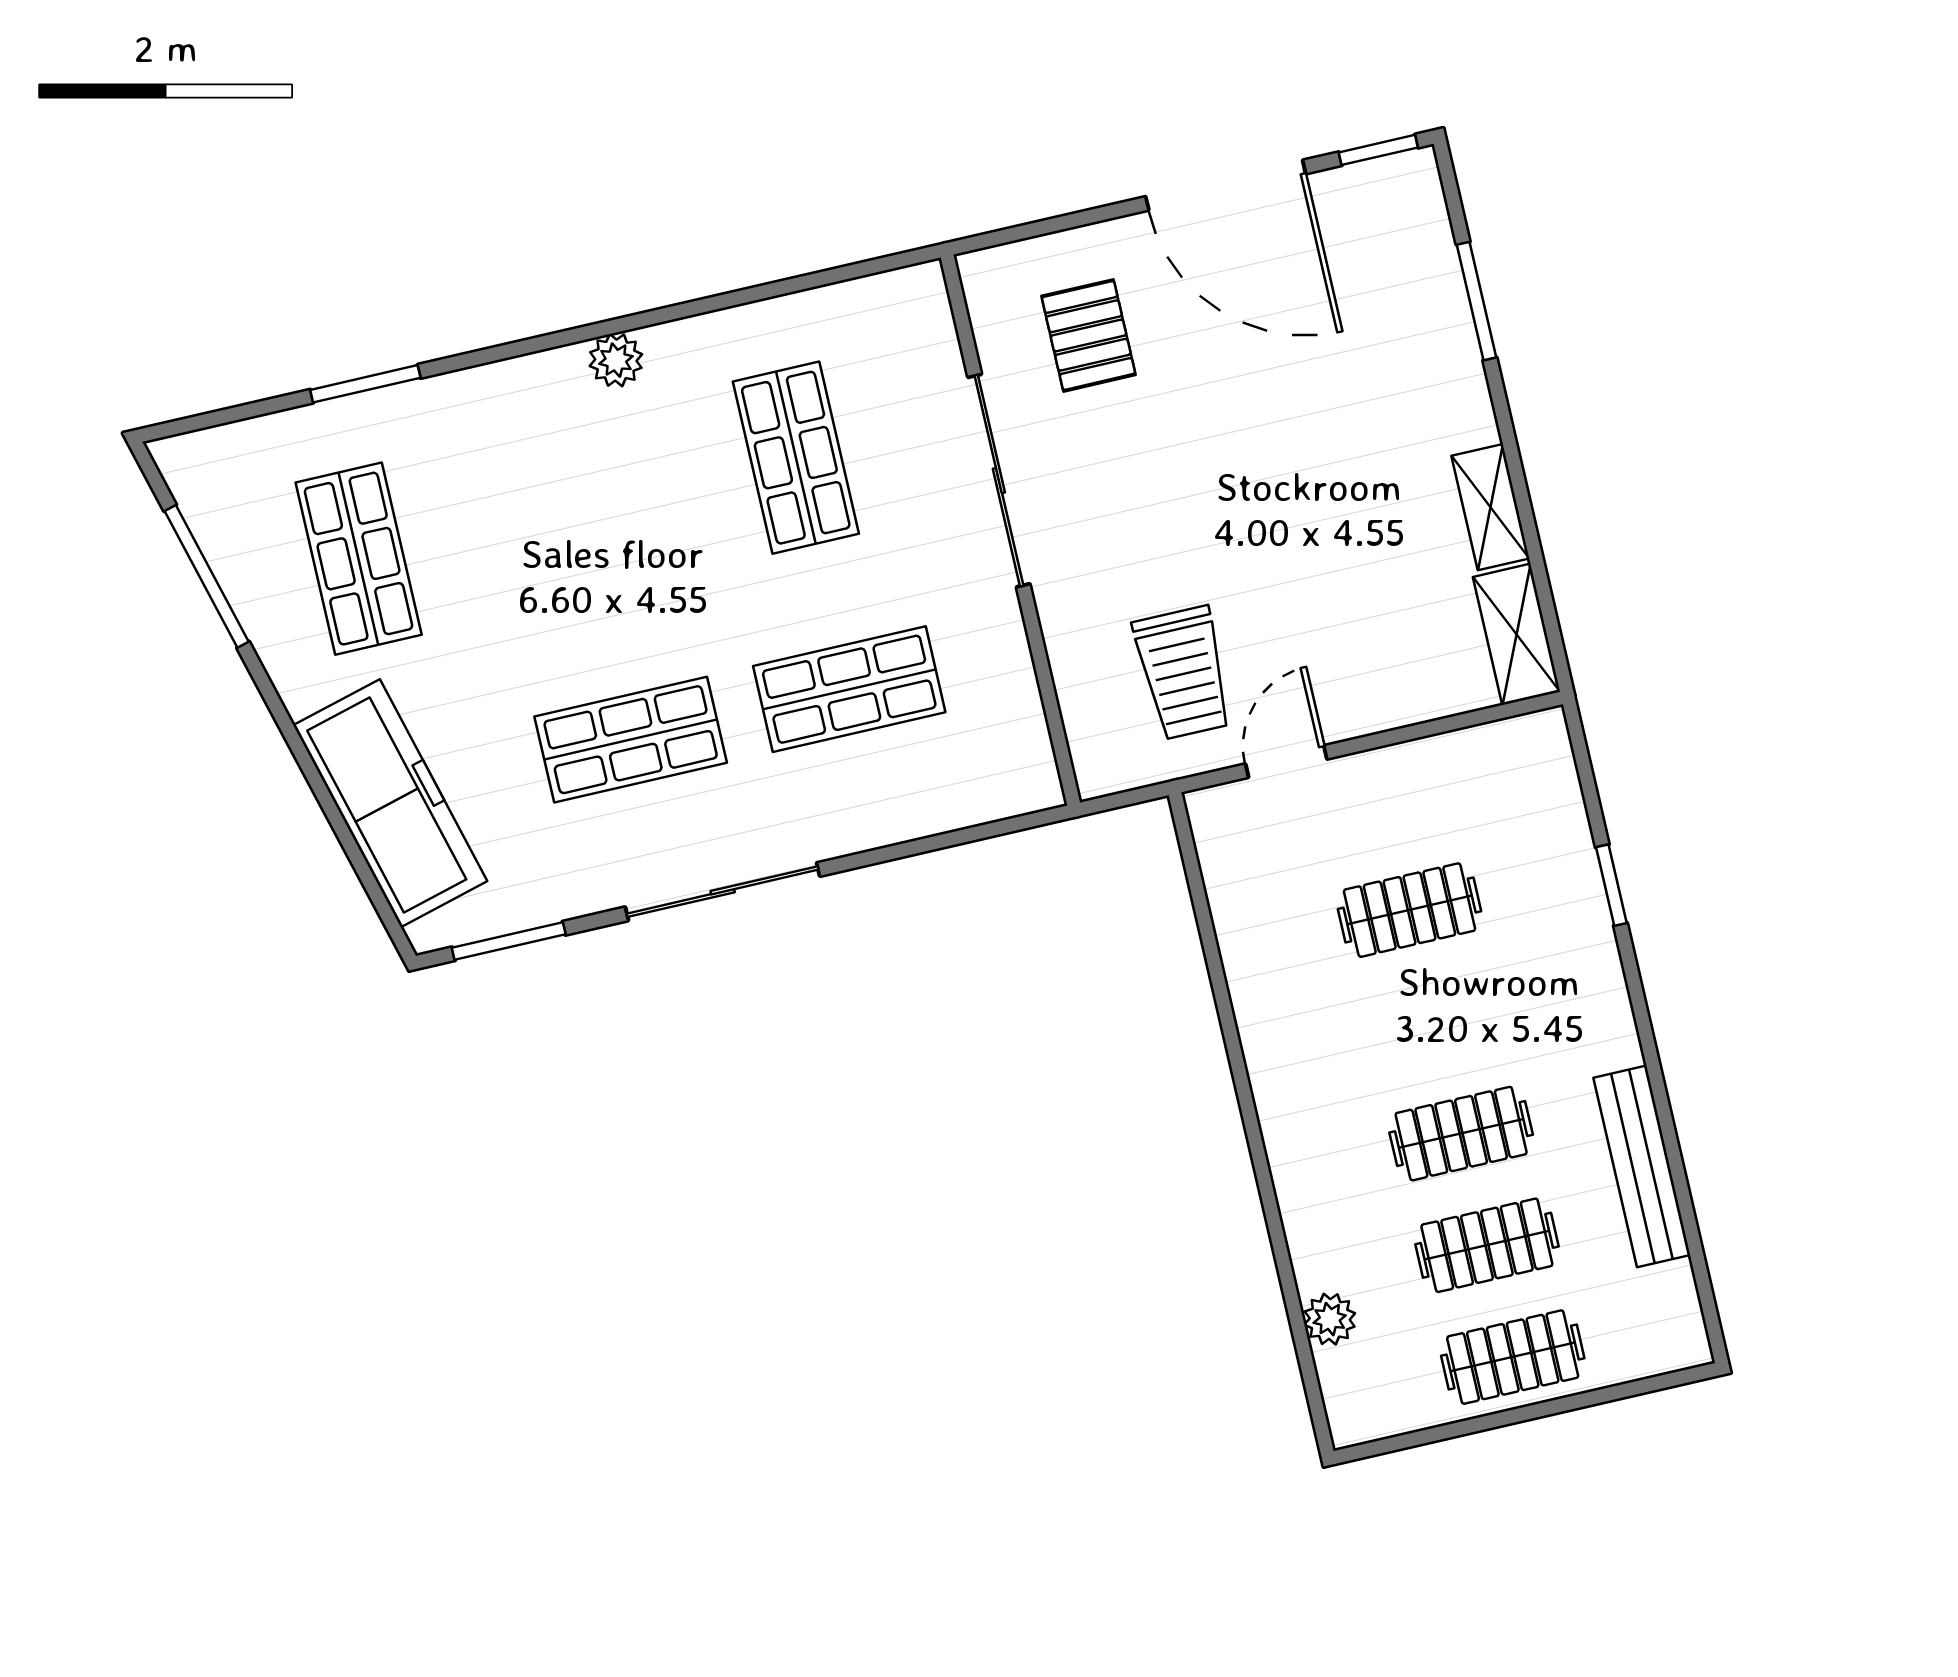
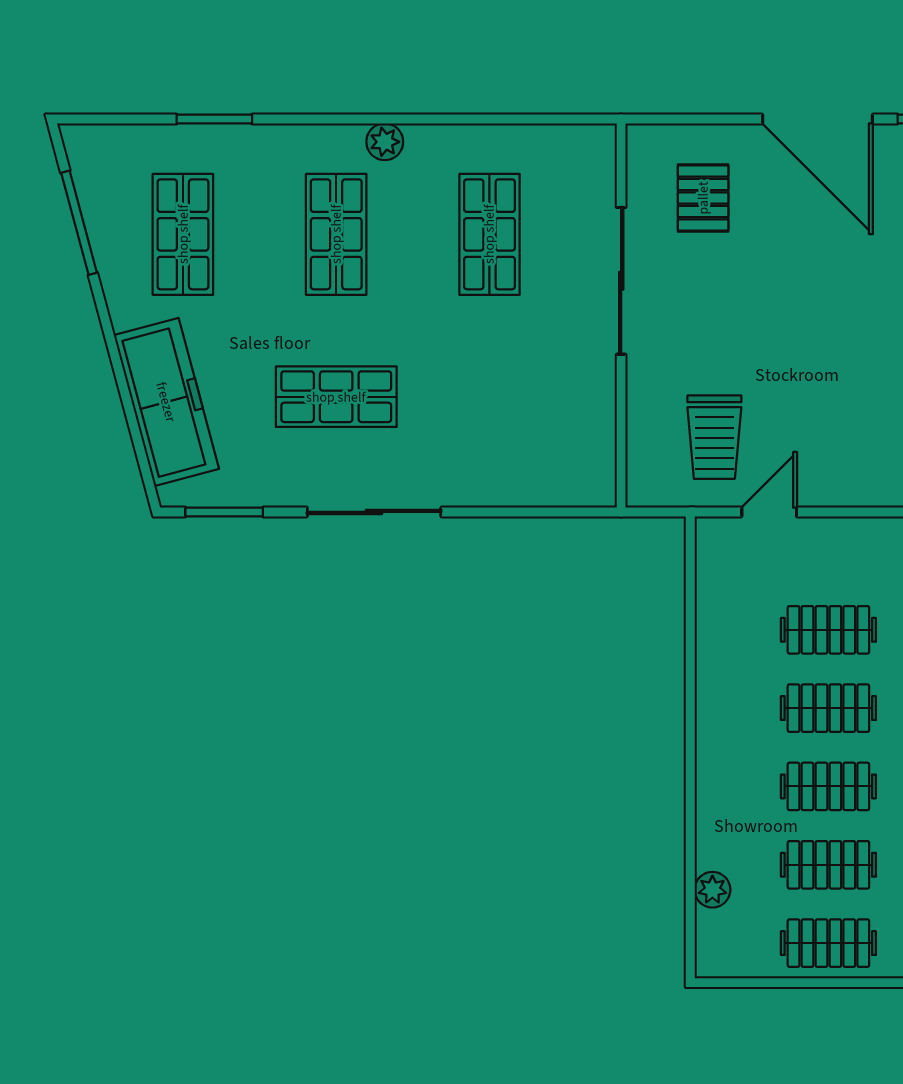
shop shelf: (849, 689) -> (336, 234), moved, turned 90
clothes rail: (1435, 1022) -> (828, 708), added

